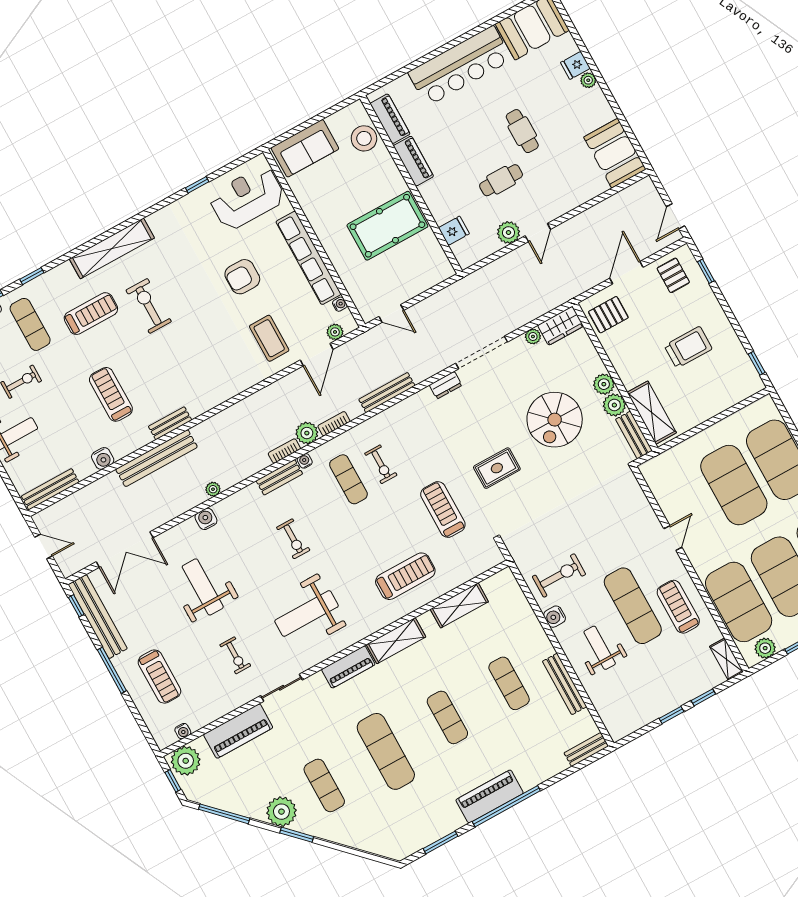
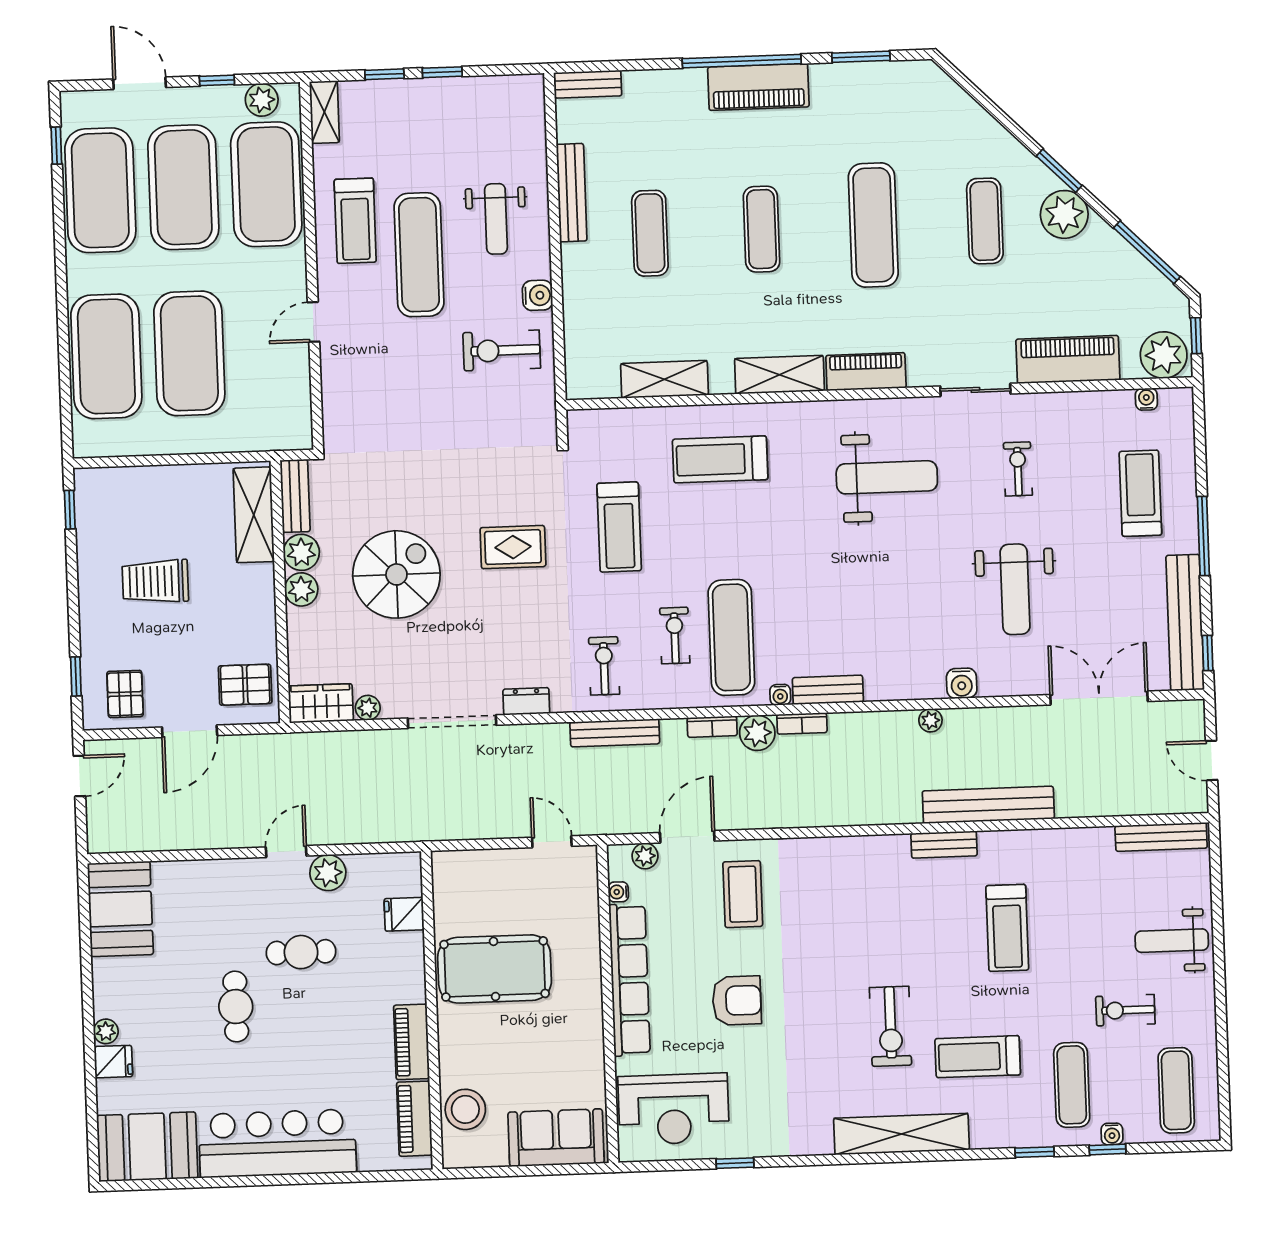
water cooler: (103, 458) -> (1065, 843), removed
exercise mat: (348, 479) -> (731, 637), width x1.36, depth x1.45
exercise bike: (293, 539) -> (604, 666), moved

